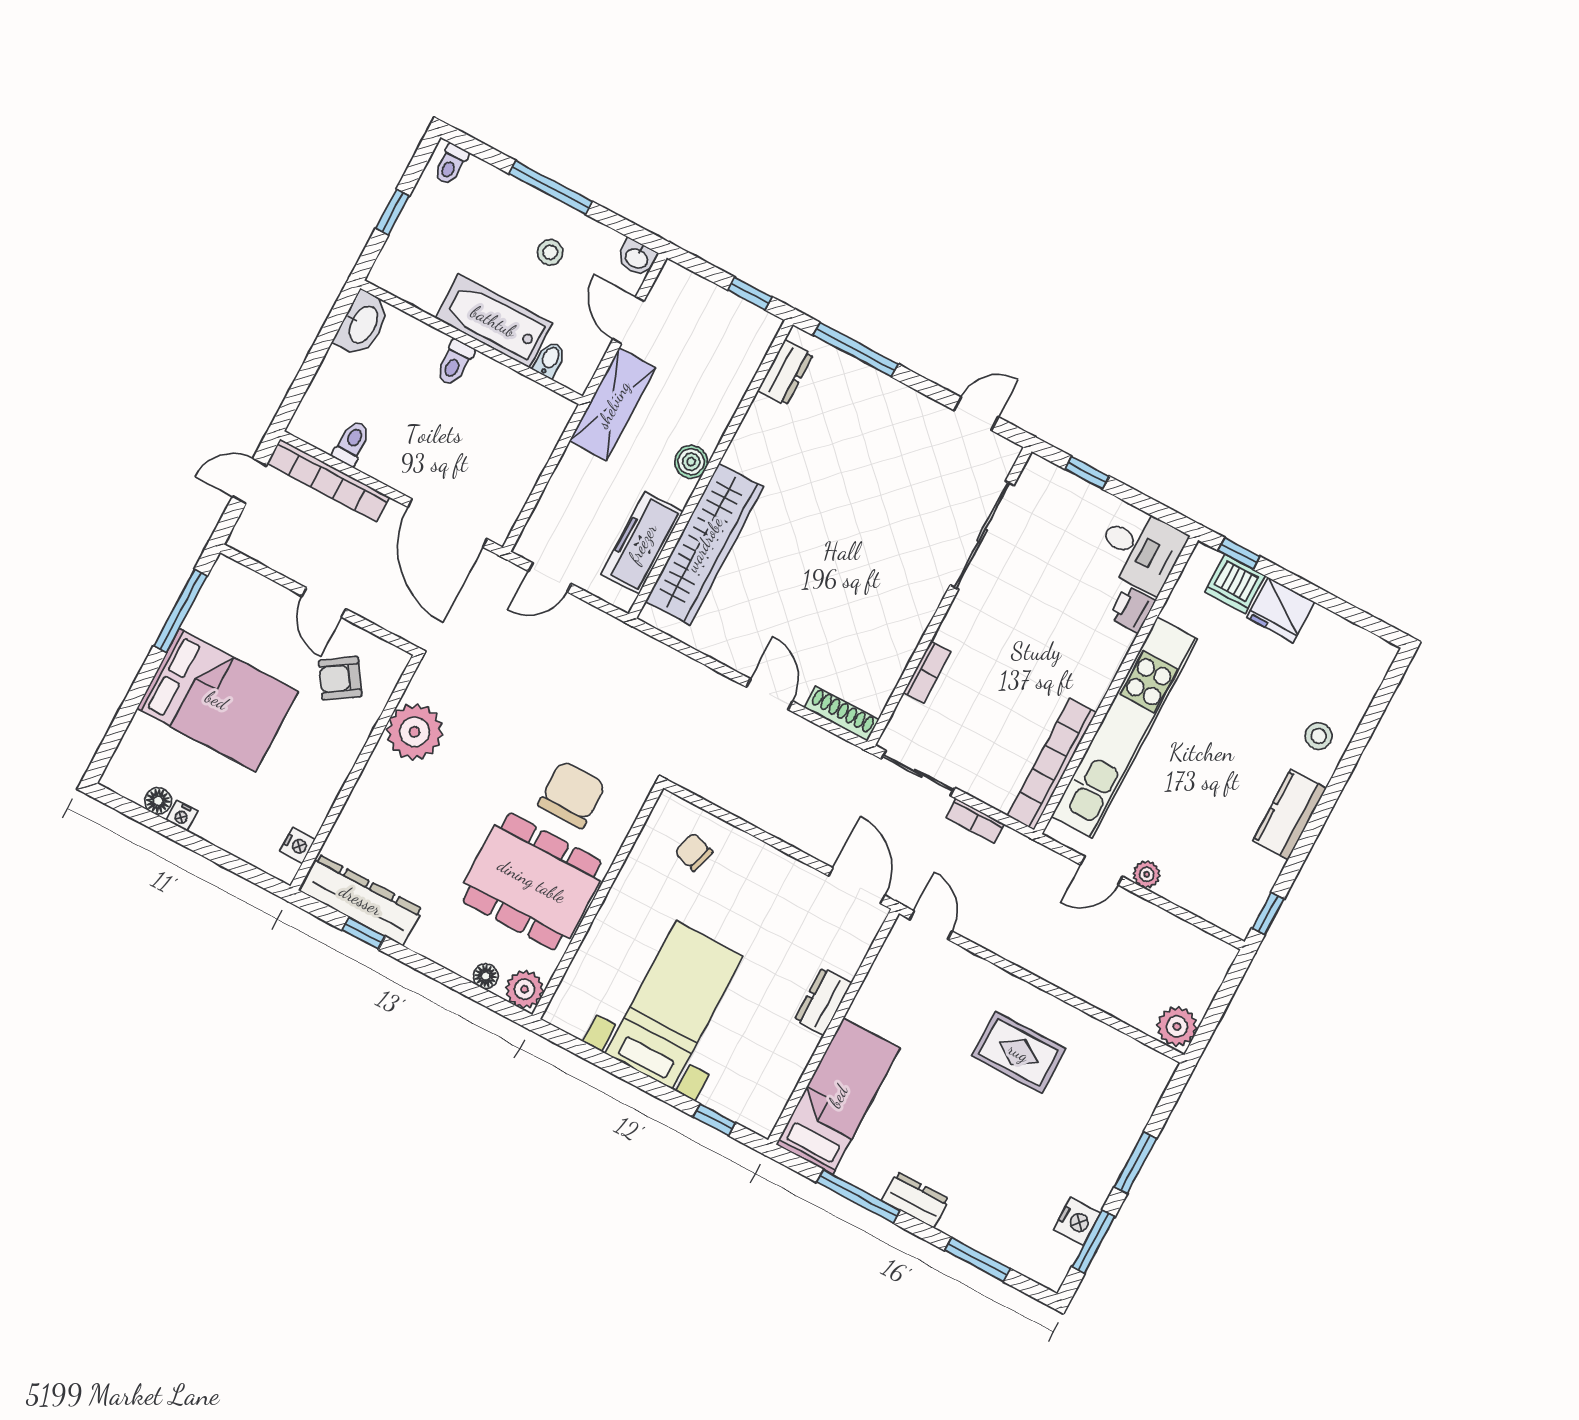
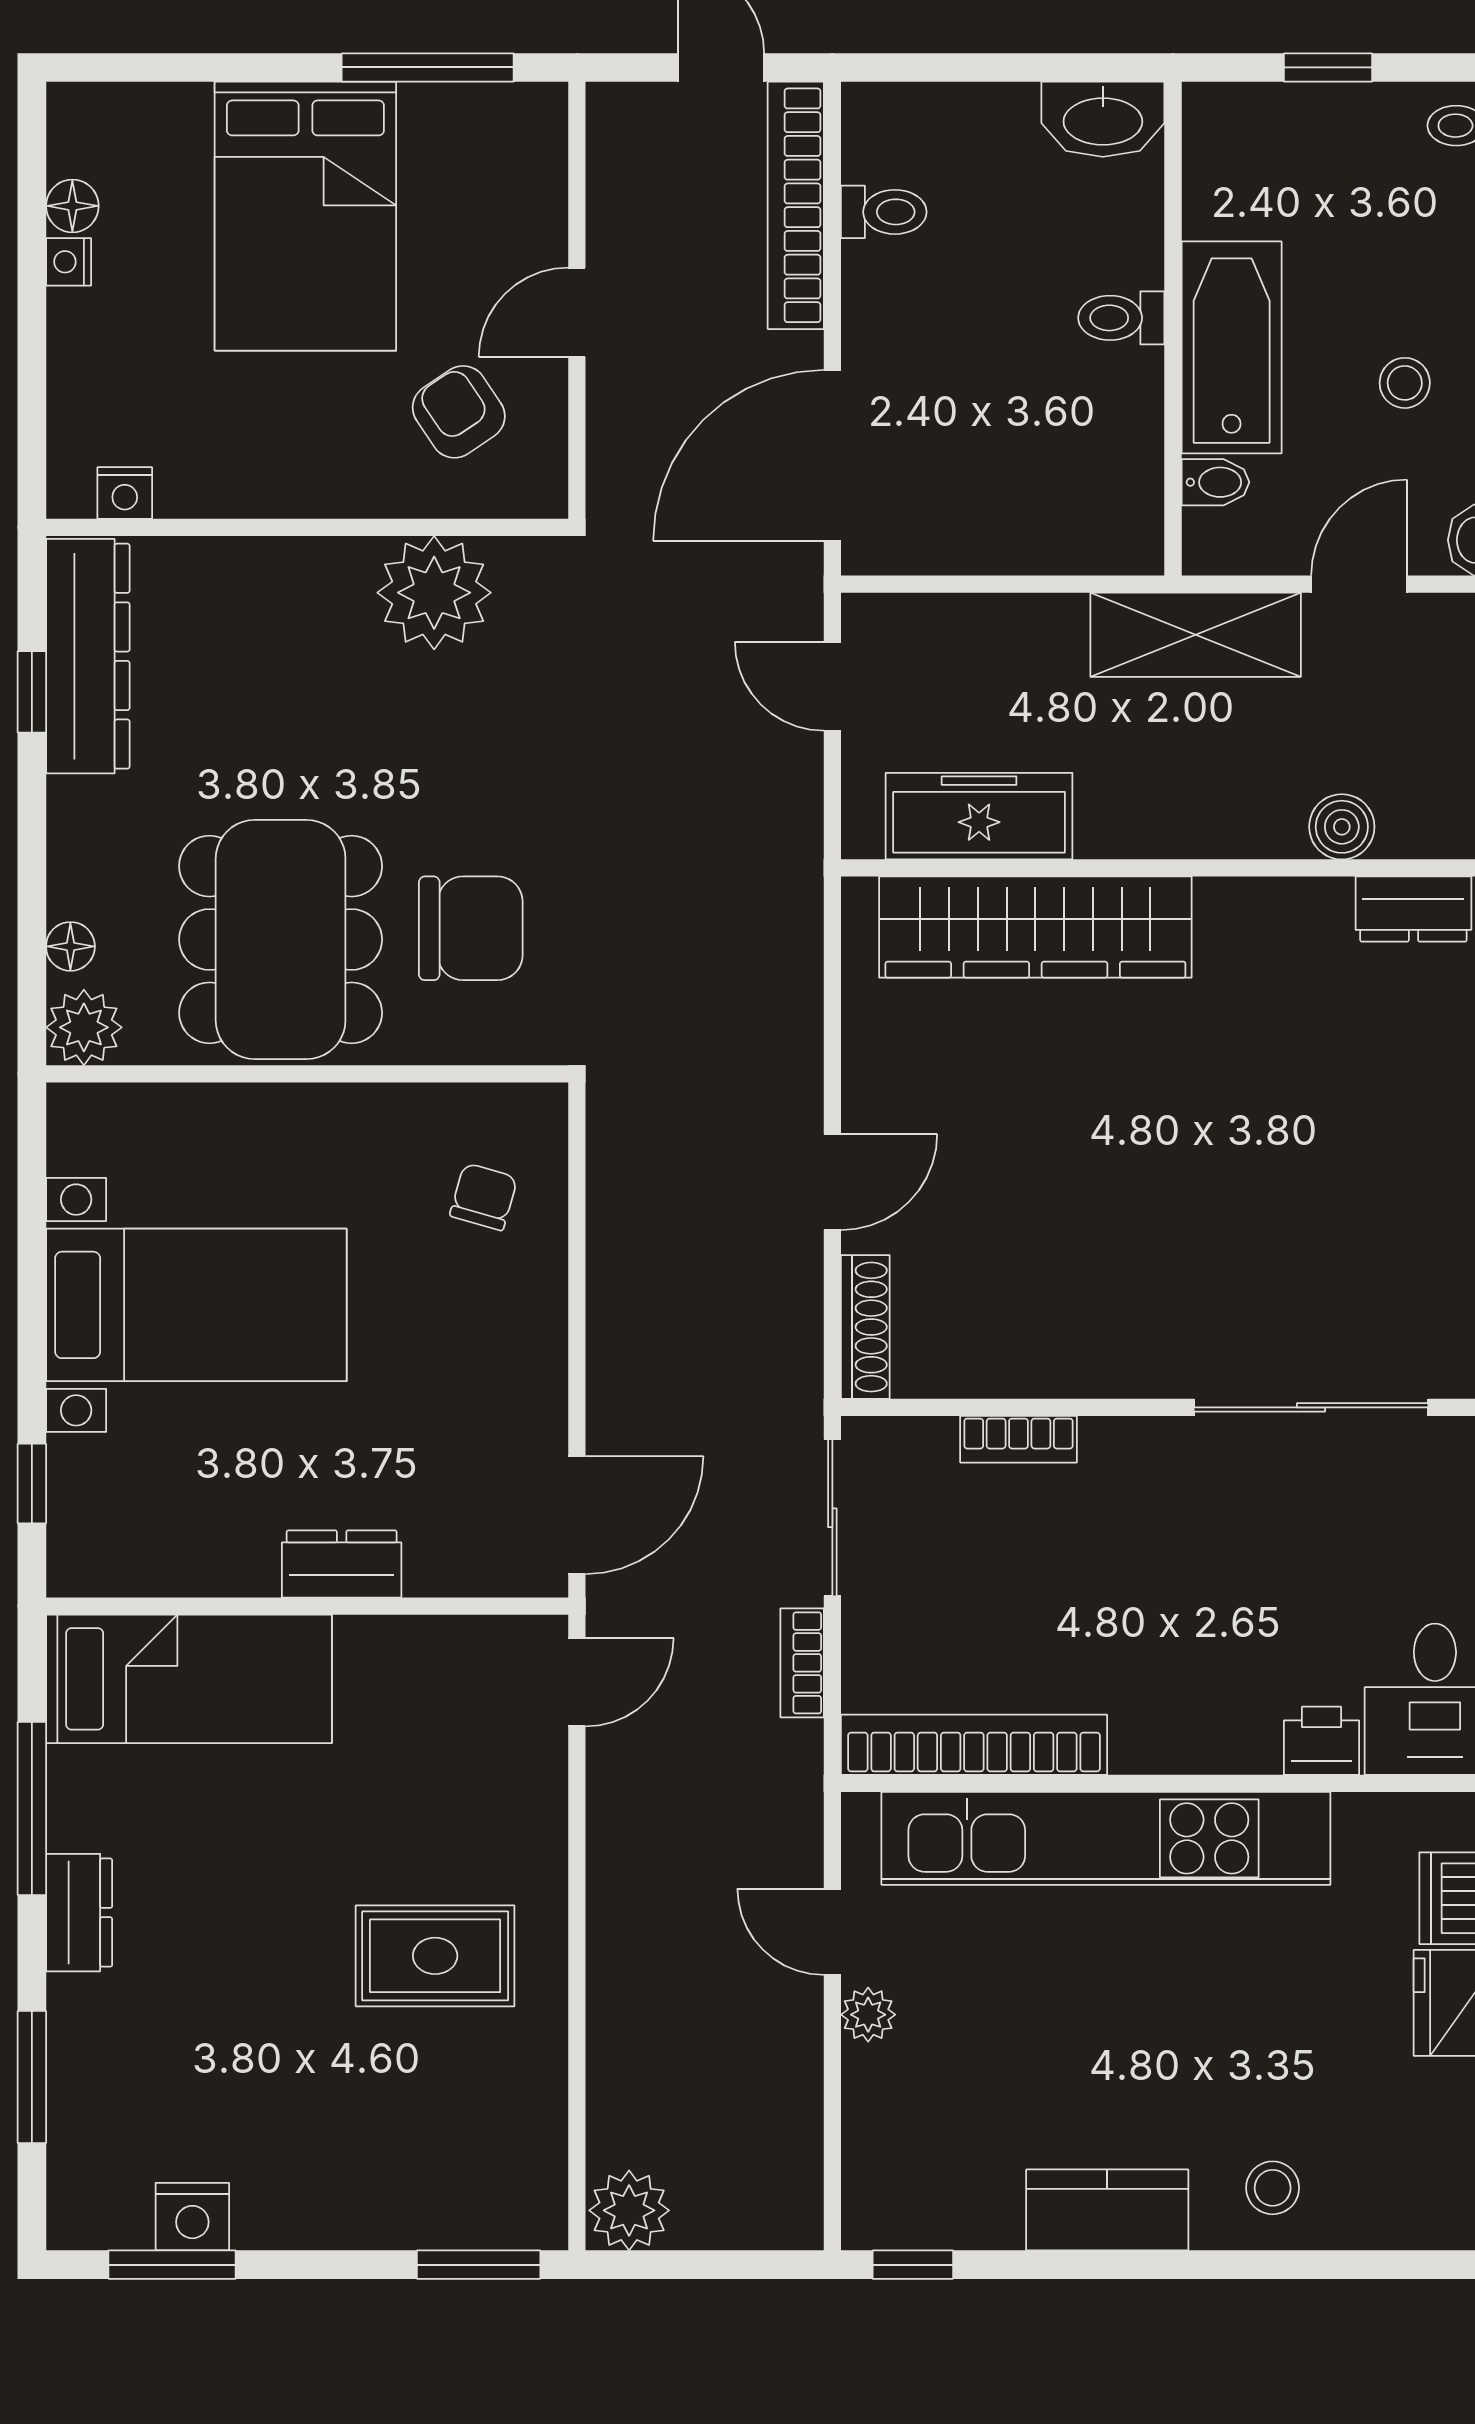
boiler: (691, 462) -> (1342, 827), moved
rug: (1019, 1052) -> (435, 1956), turned 90
window: (1135, 1163) -> (479, 2265), moved

